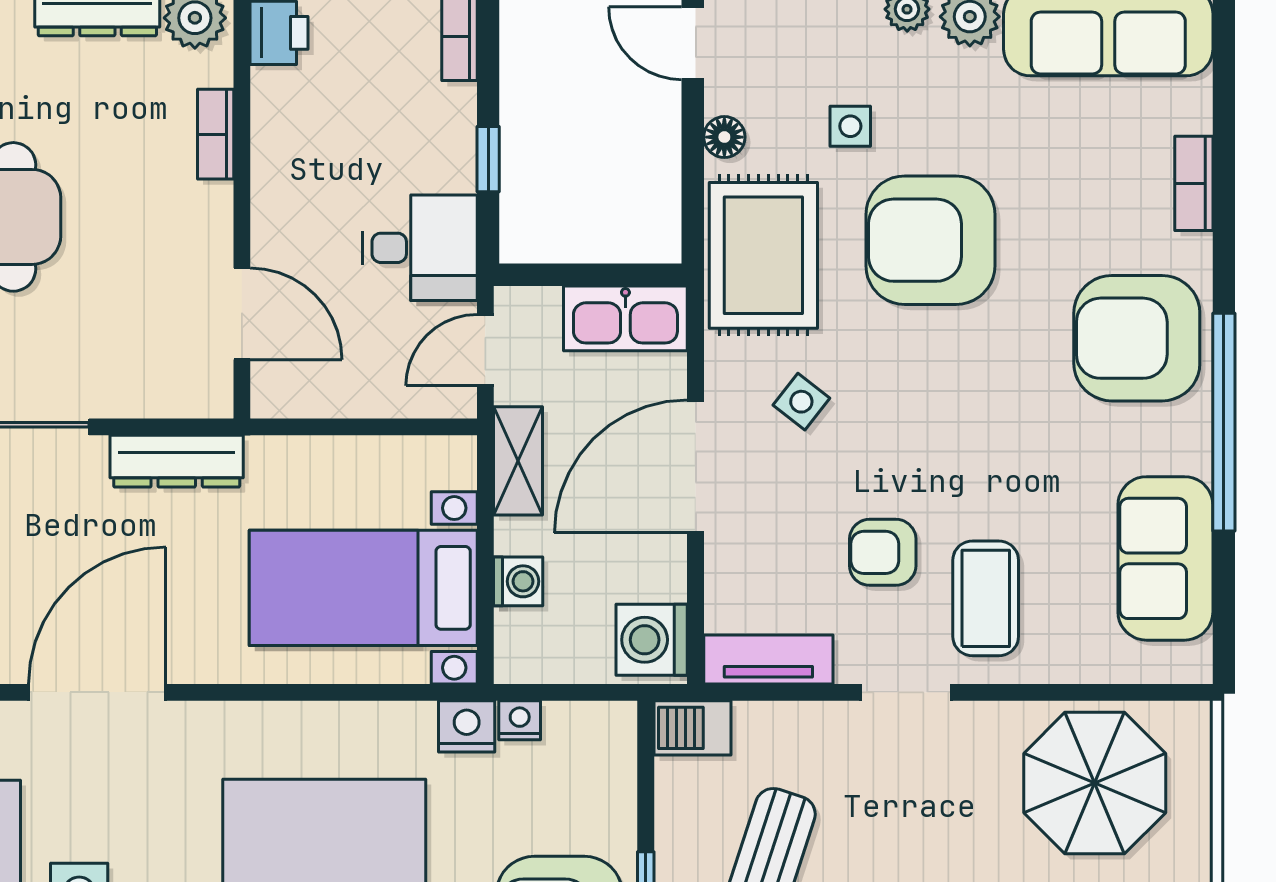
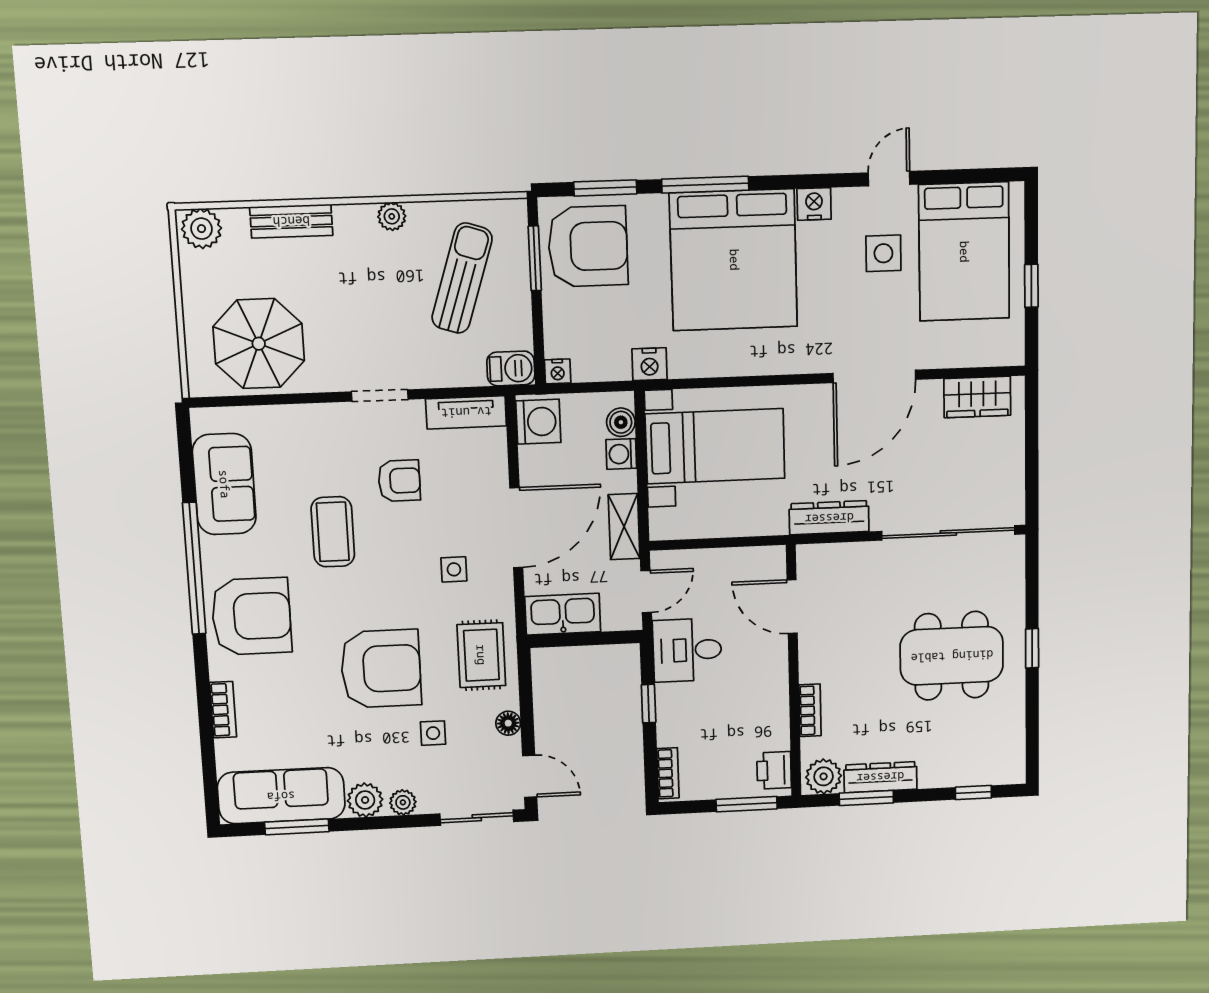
rug: (763, 255) -> (481, 655), width x0.73, depth x0.70
side table: (801, 402) -> (454, 569), turned -38
coffee table: (986, 598) -> (333, 532), moved
boiler: (517, 634) -> (621, 422), added
nightstand: (520, 720) -> (558, 371), moved

